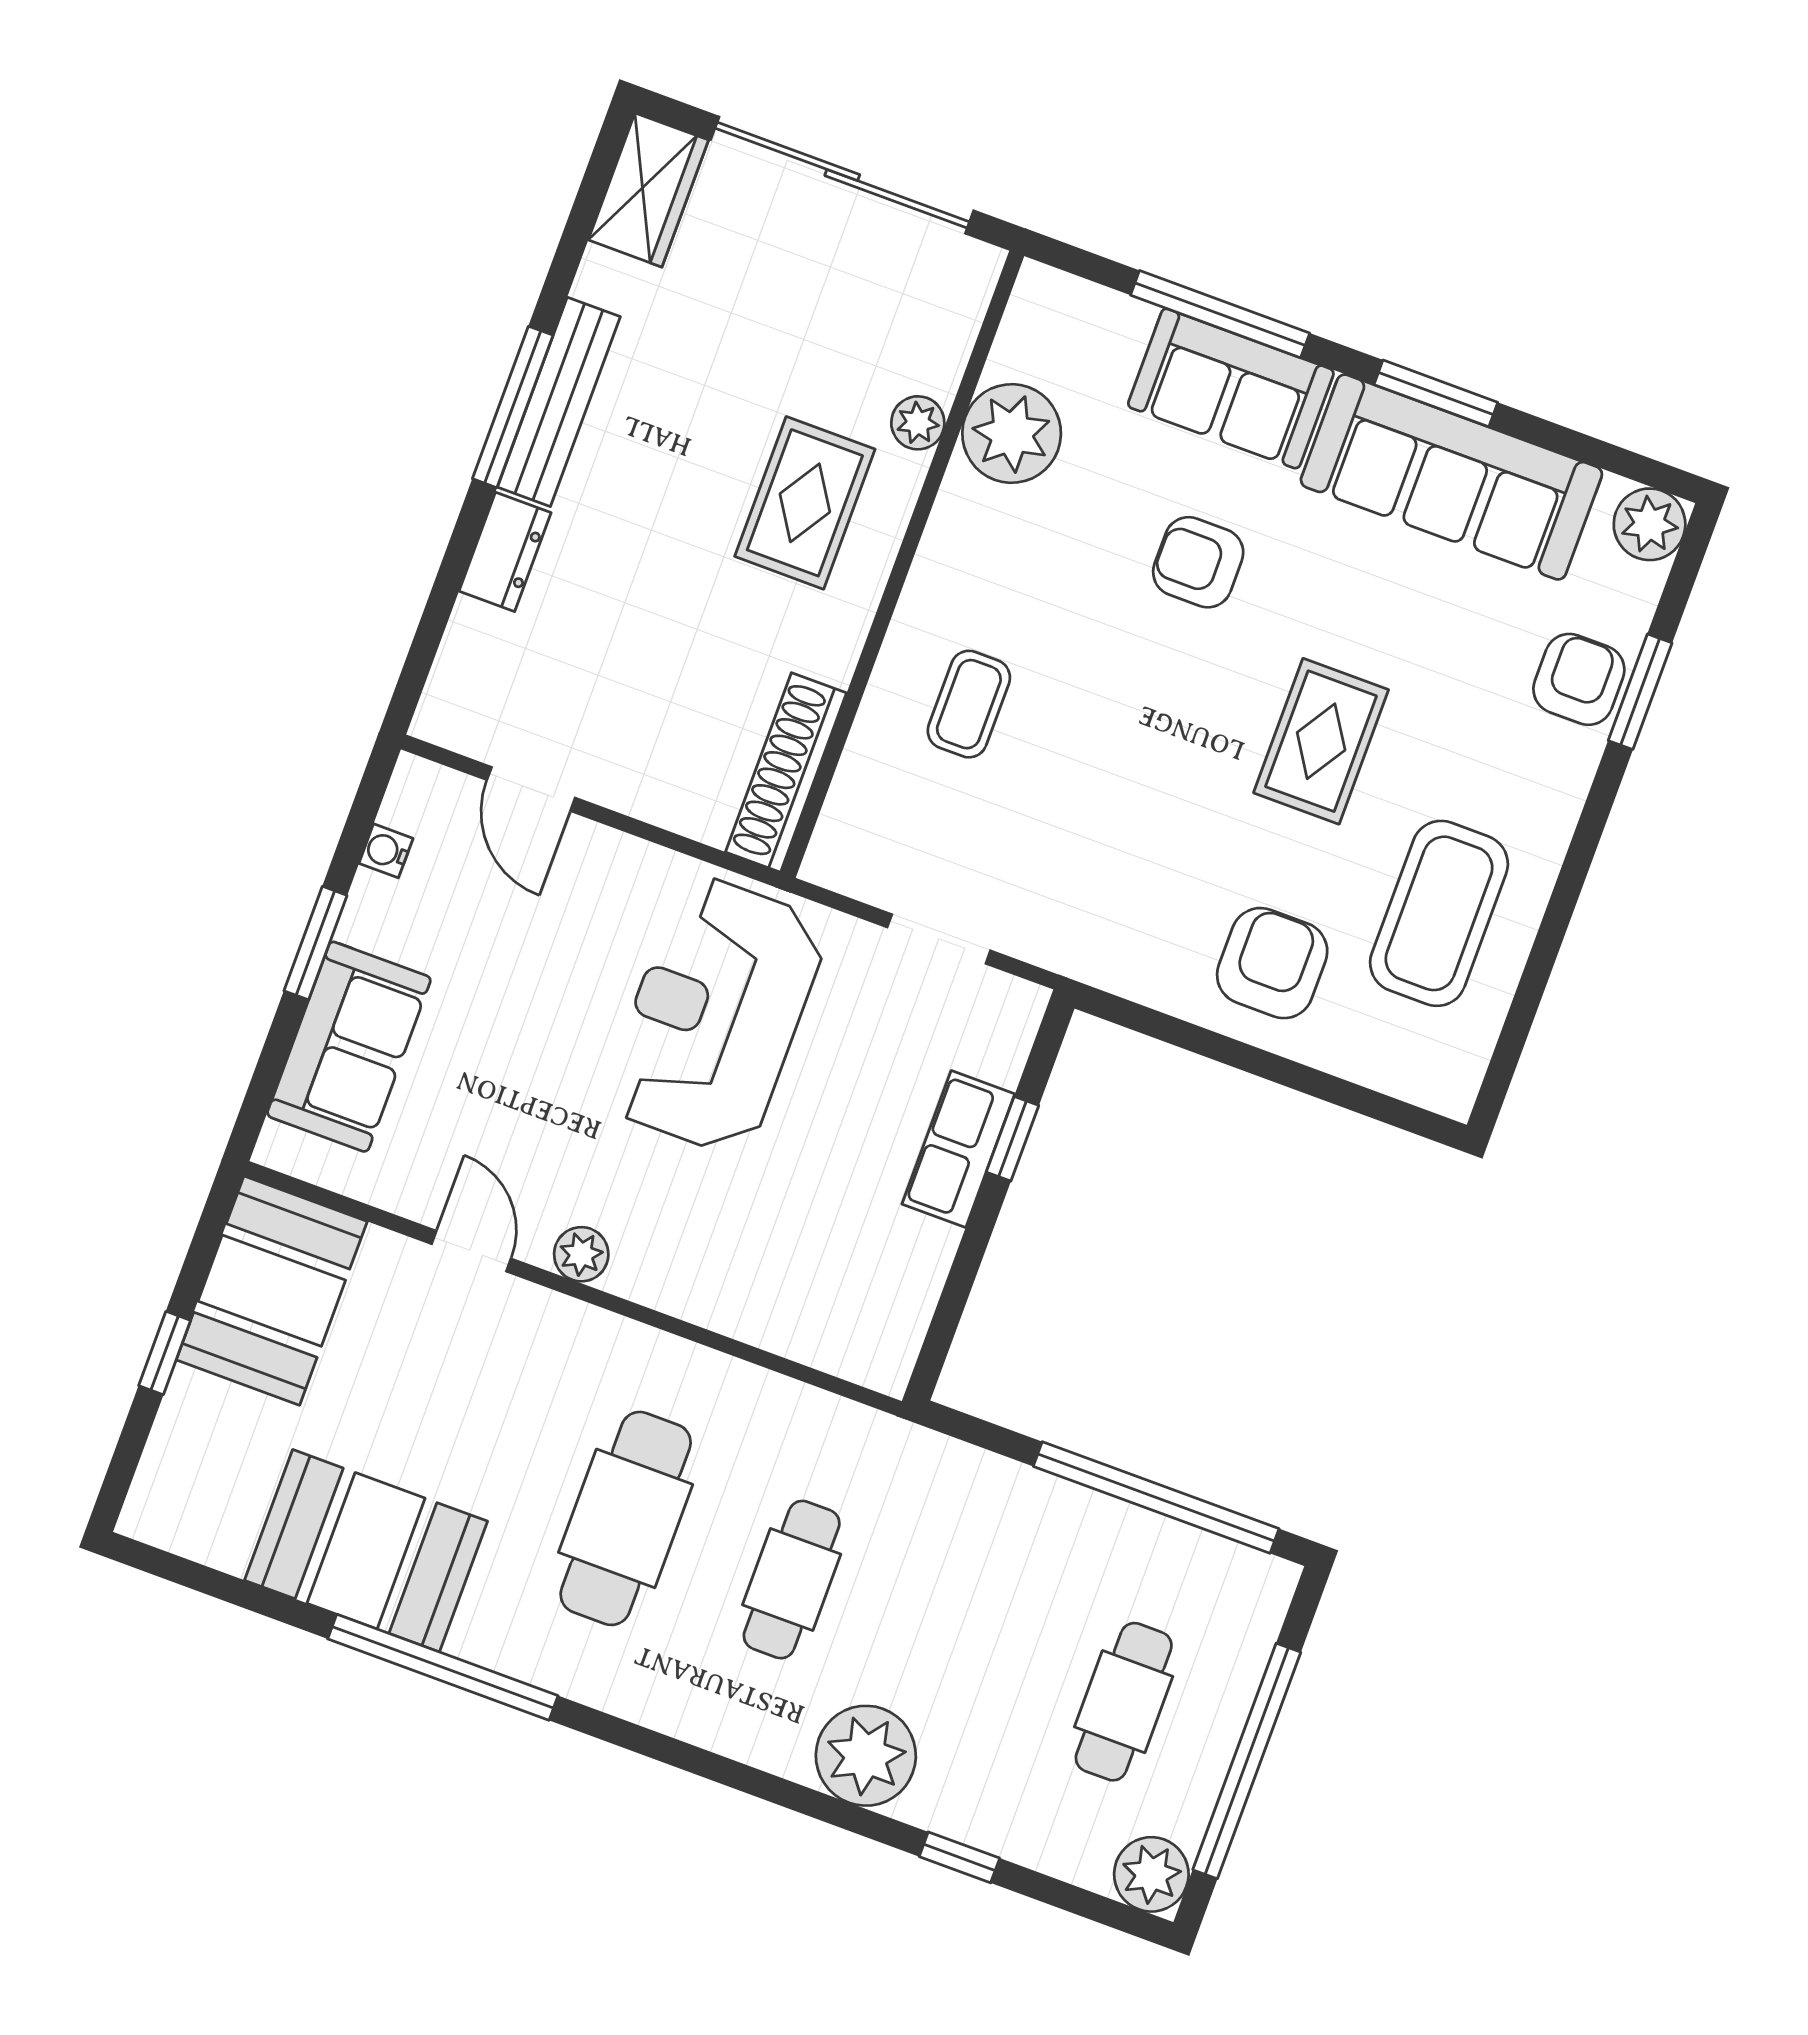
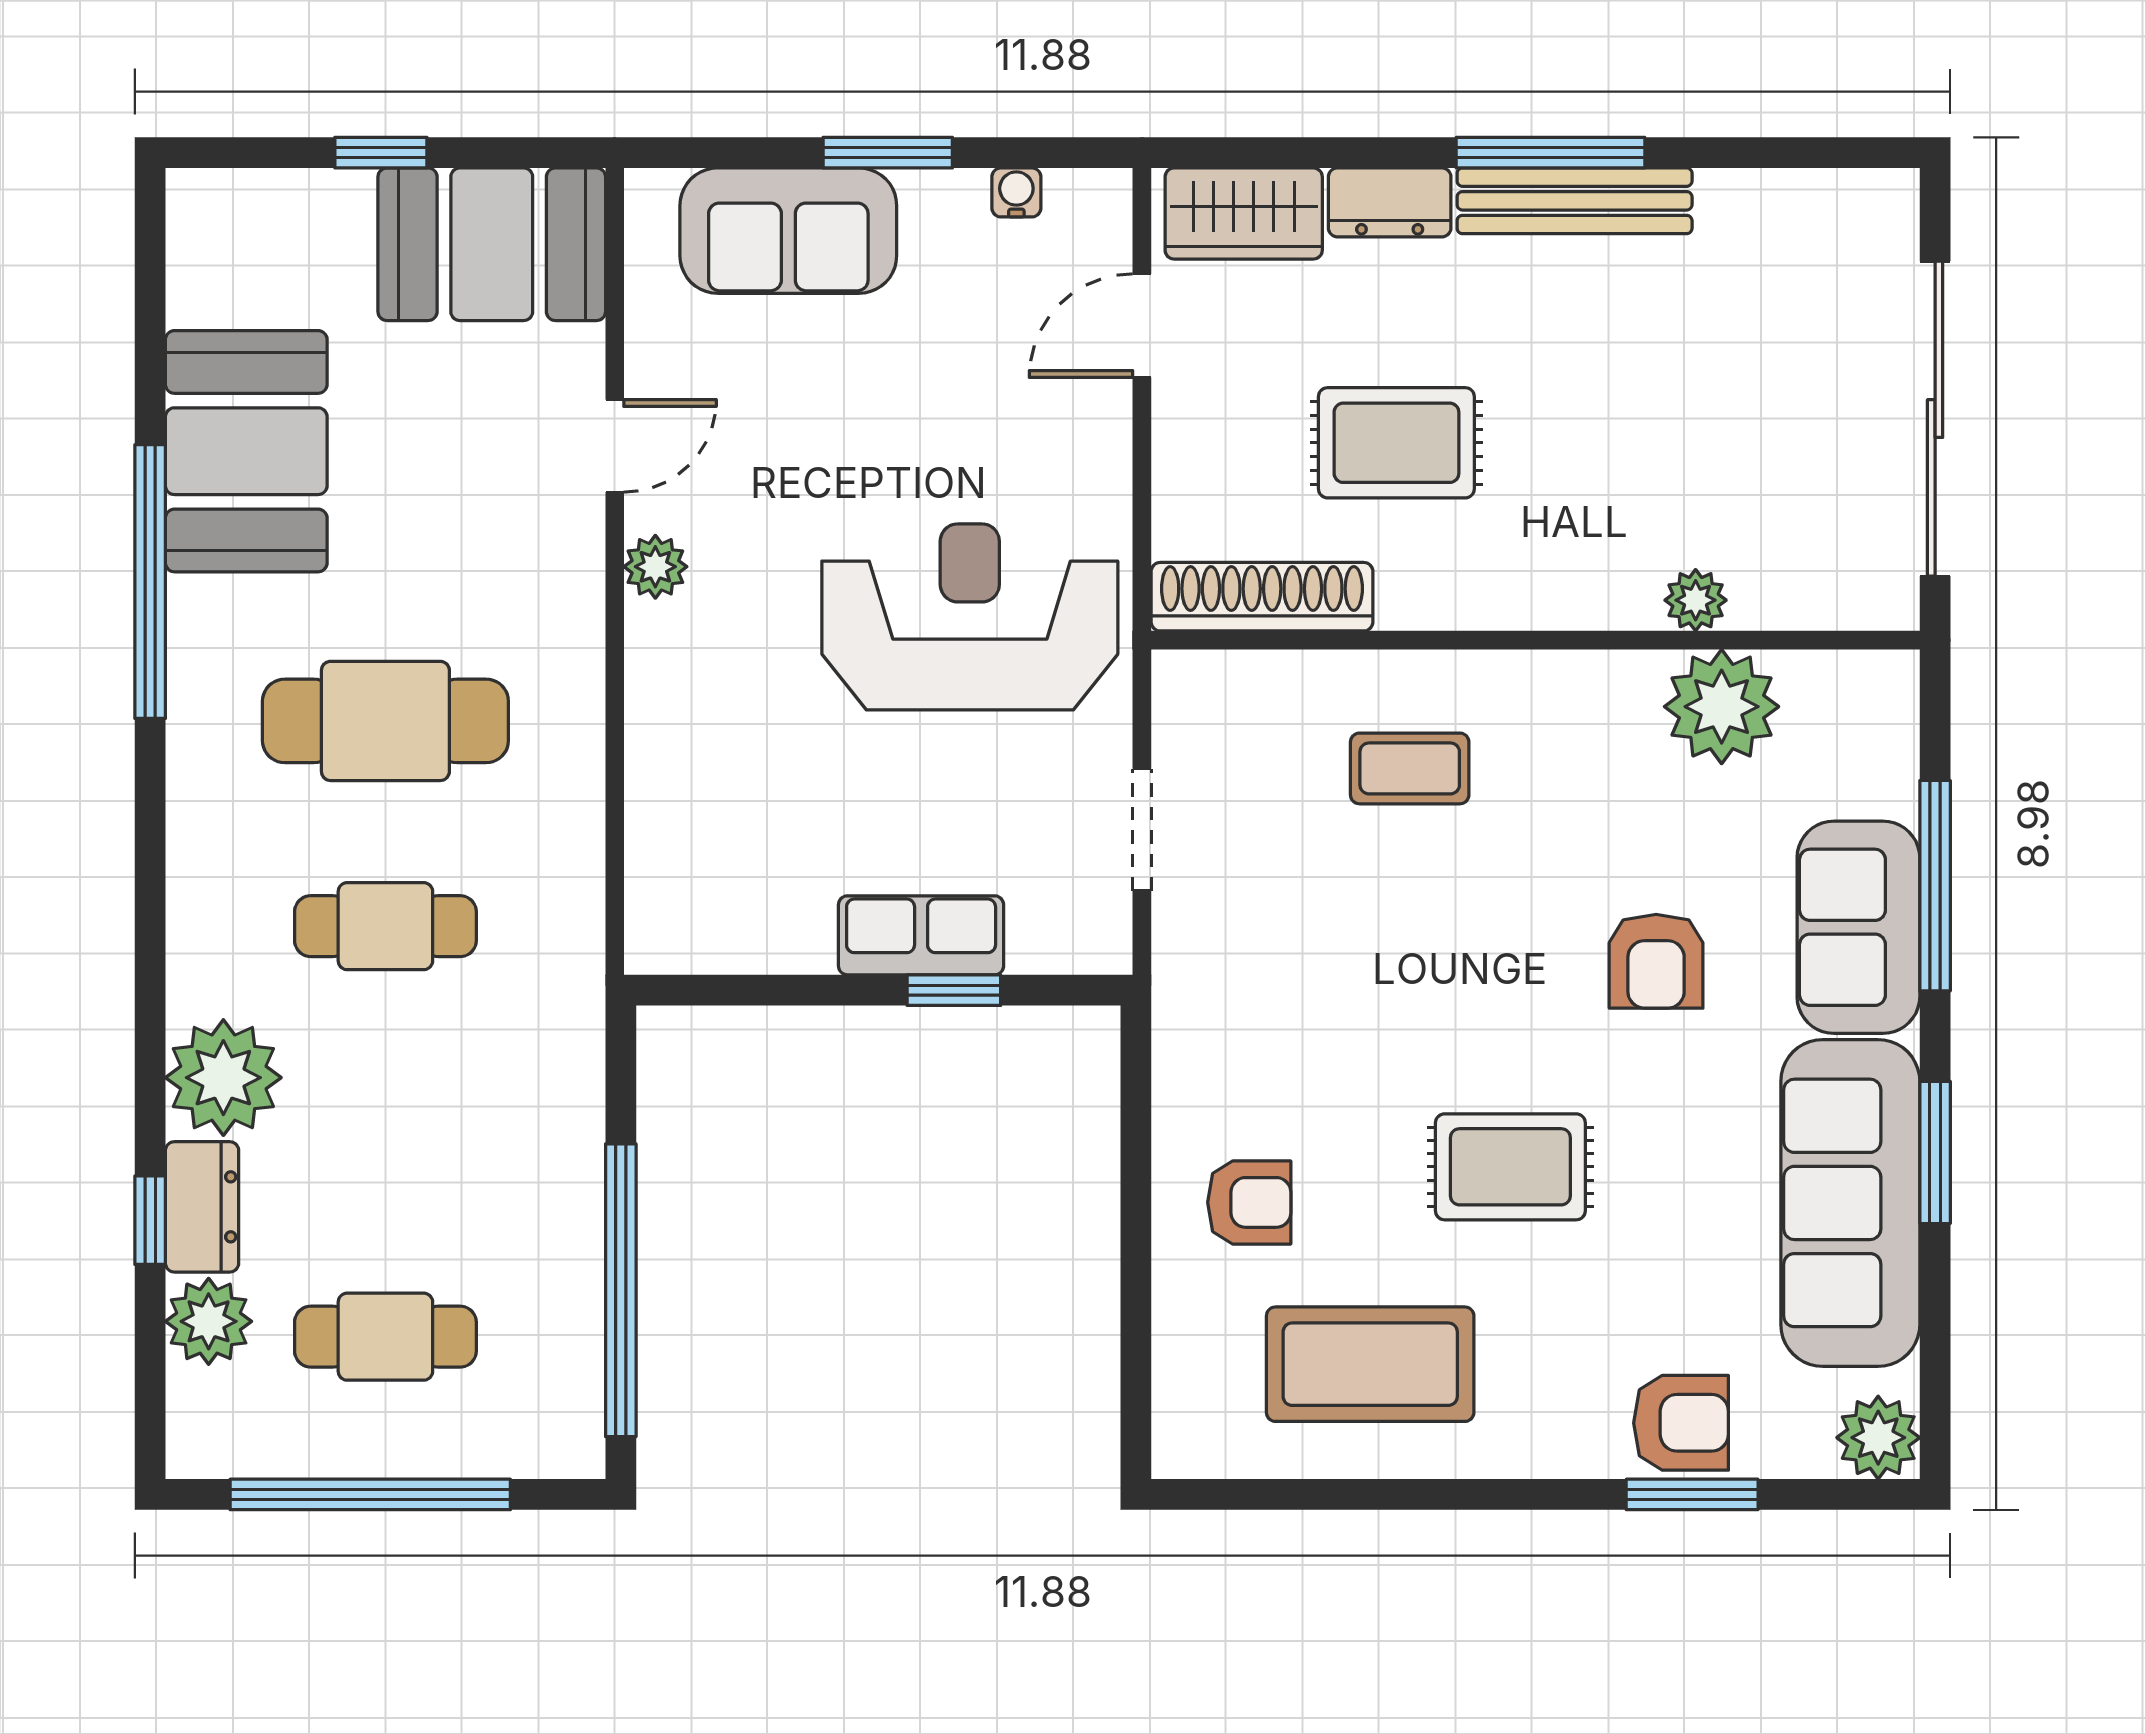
wardrobe: (648, 190) -> (1244, 214), moved
rug: (805, 503) -> (1396, 443), moved
armchair: (1198, 562) -> (1656, 961), turned 180
armchair: (1272, 963) -> (1249, 1202), width x0.72, depth x0.72
dresser: (964, 1811) -> (202, 1207), added
plant: (1151, 1874) -> (209, 1321), moved

